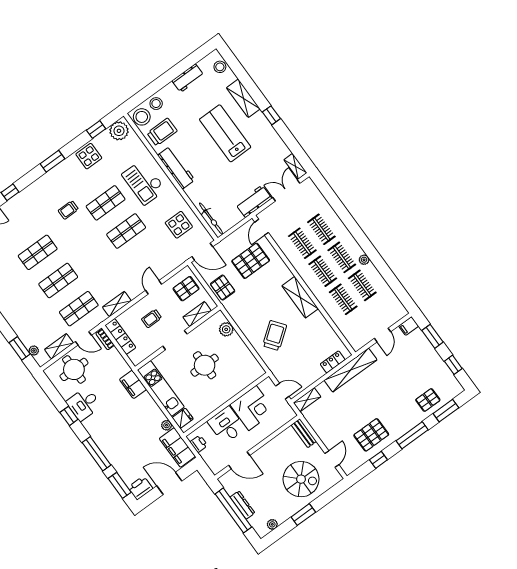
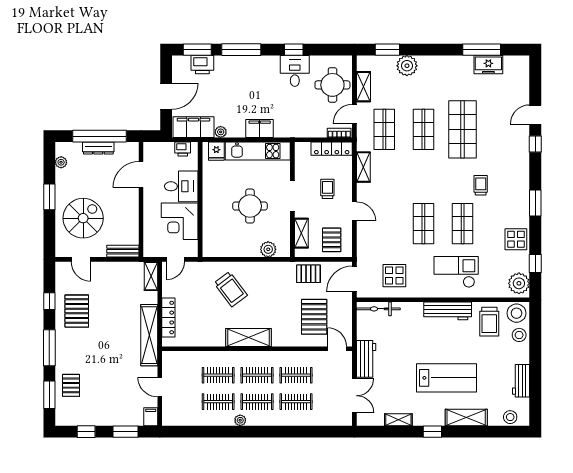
shelving: (295, 166) -> (398, 420), moved
shop shelf: (38, 252) -> (463, 129), width x1.43, depth x1.36
plant: (34, 351) -> (407, 66), moved, width x1.88, depth x1.88
locker: (333, 362) -> (168, 318), width x1.53
filing cabinet: (133, 384) -> (260, 129), moved
spiral stairs: (301, 479) -> (83, 218), turned 180
printer: (140, 488) -> (202, 65), moved, turned 90

